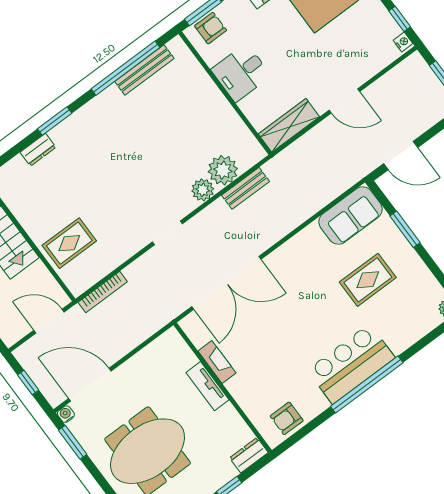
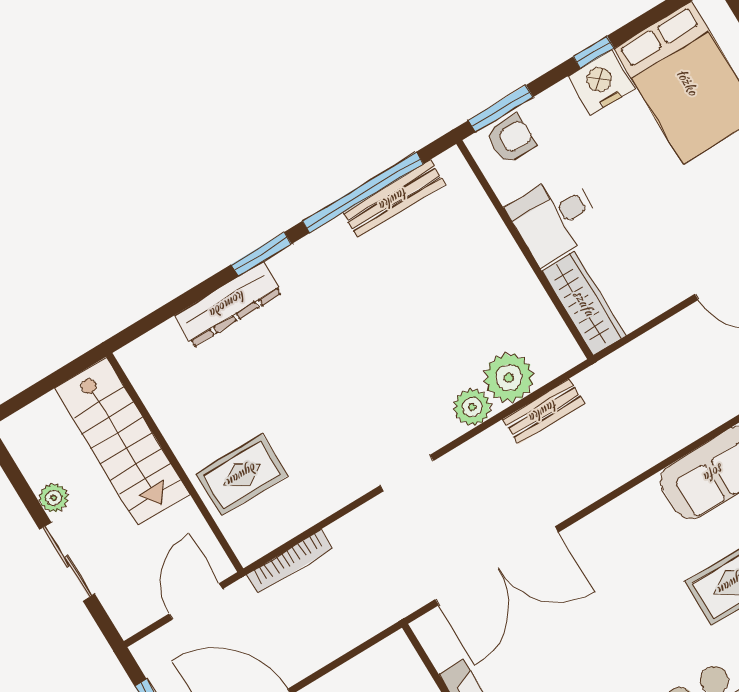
window: (55, 121) -> (261, 254), moved
wardrobe: (289, 125) -> (584, 303), moved, turned 90
dresser: (38, 150) -> (228, 304), width x1.96, depth x1.24
door: (49, 321) -> (196, 601), hinge flipped

